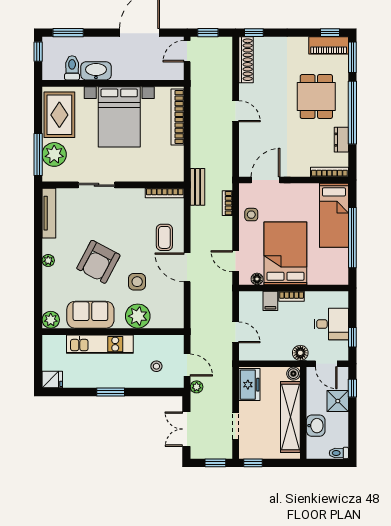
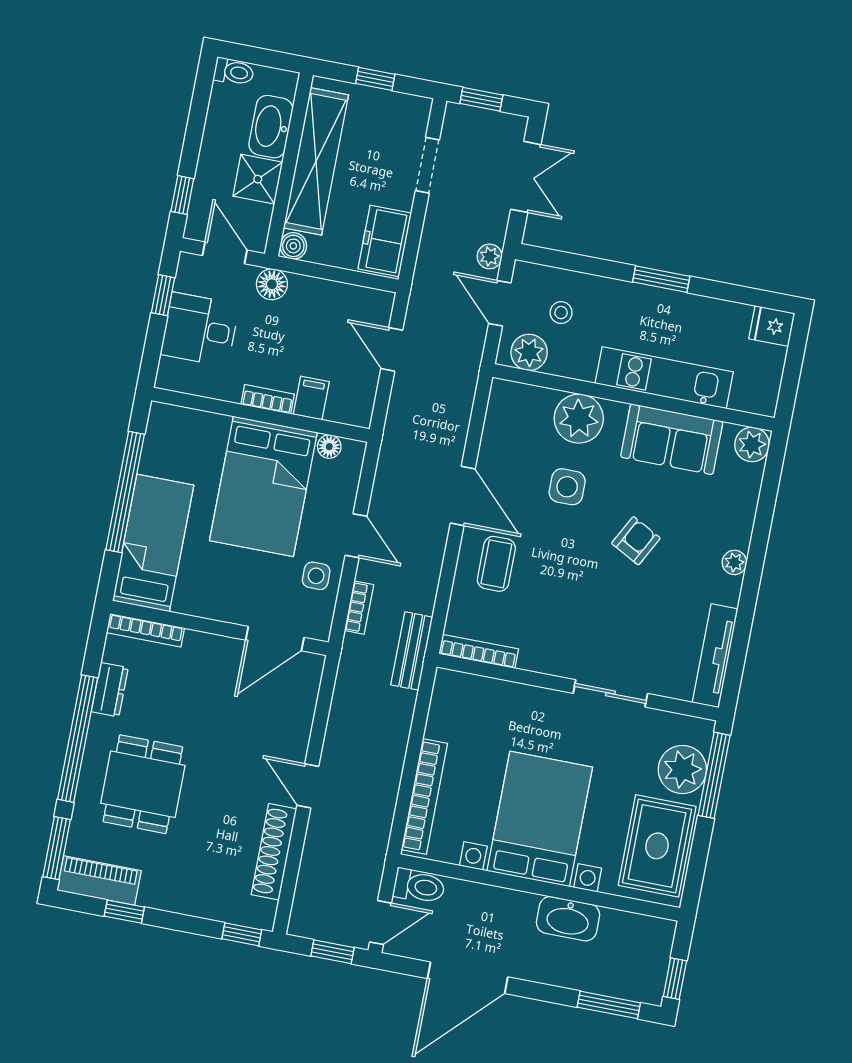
window: (330, 33) -> (124, 912), moved
shoe rack: (246, 60) -> (274, 852), moved
toilet: (72, 68) -> (419, 886), moved, turned -90
door: (236, 261) -> (356, 536), moved
armchair: (98, 262) -> (636, 541), width x0.53, depth x0.53
plant: (168, 344) -> (529, 352), added
shower: (338, 401) -> (258, 179), moved
washbasin: (316, 426) -> (271, 127), width x1.38
window: (253, 463) -> (375, 79), moved

